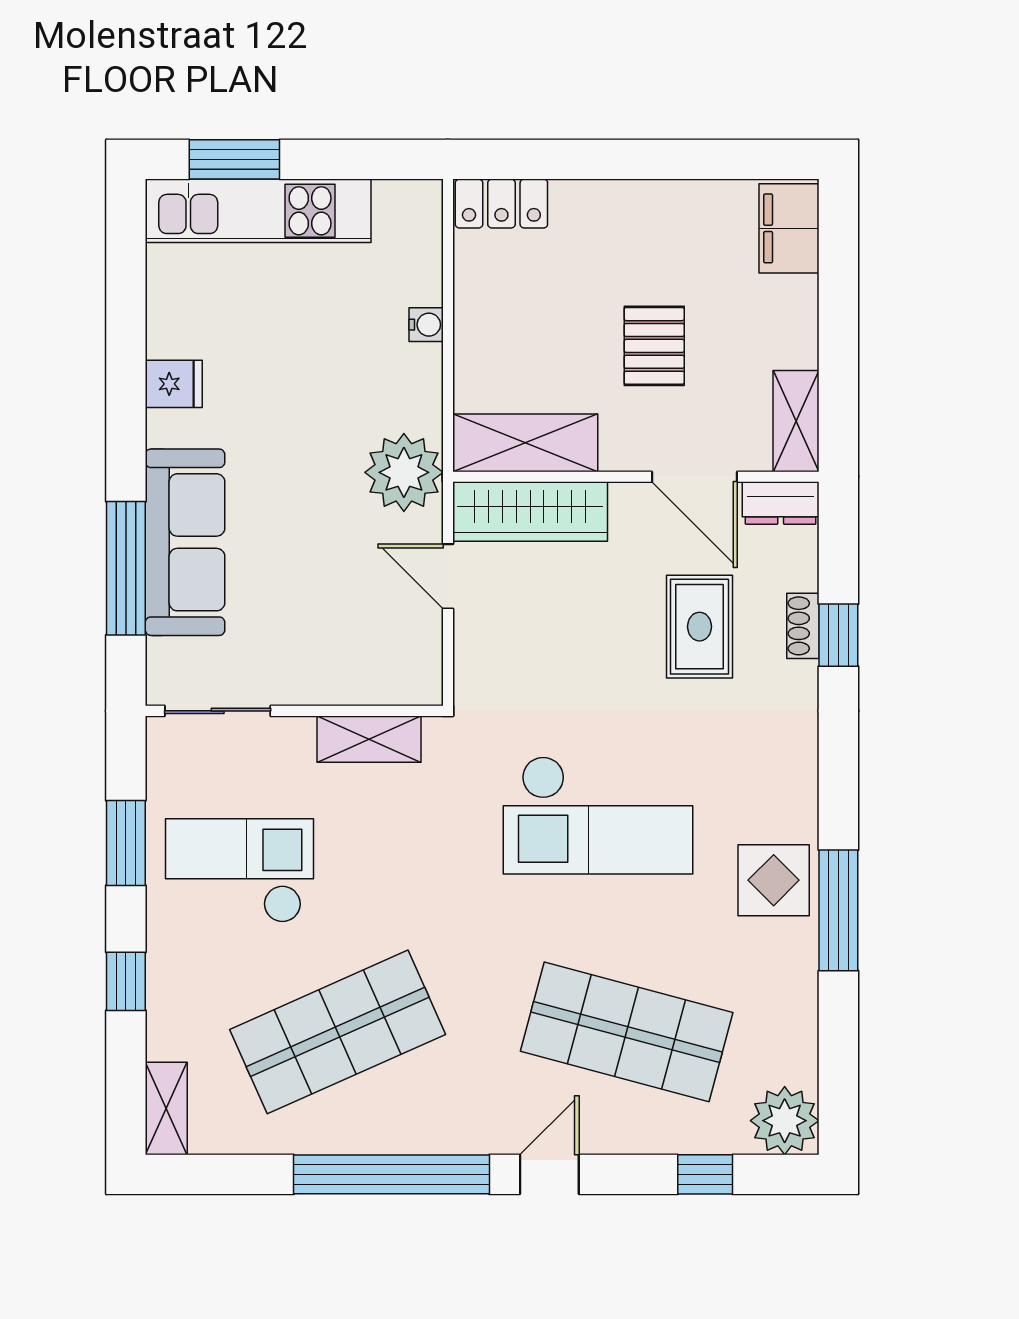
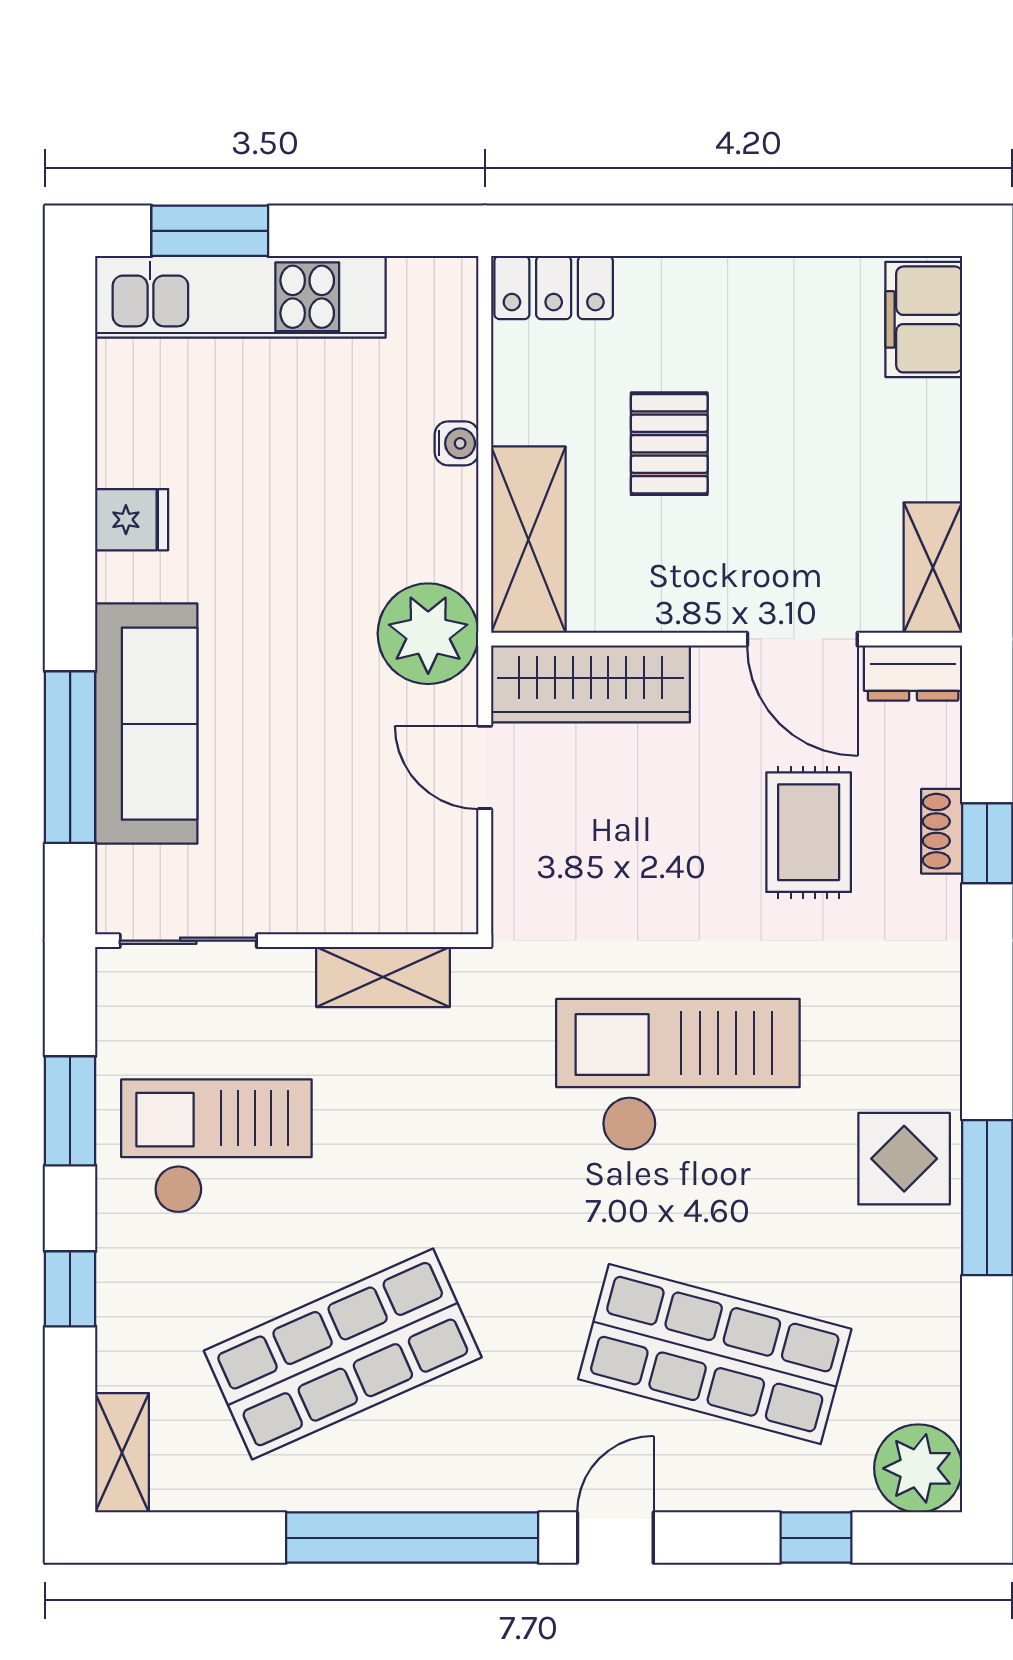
pallet: (654, 346) -> (669, 444), moved
shelving: (525, 443) -> (528, 540), moved, turned 90
checkout: (598, 815) -> (678, 1075), turned 180

